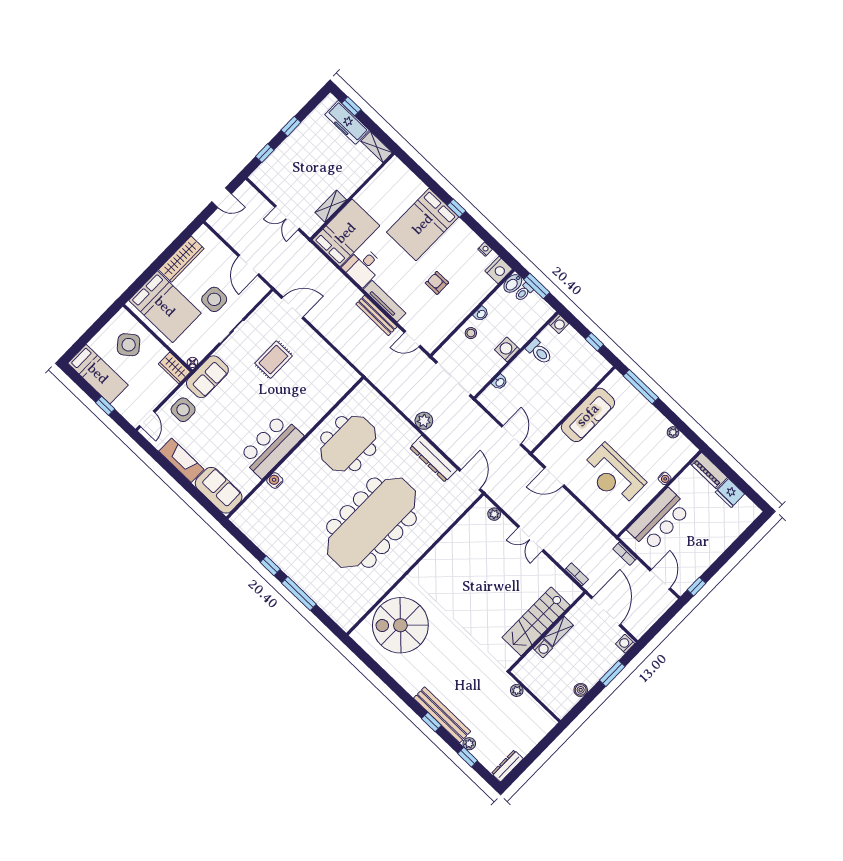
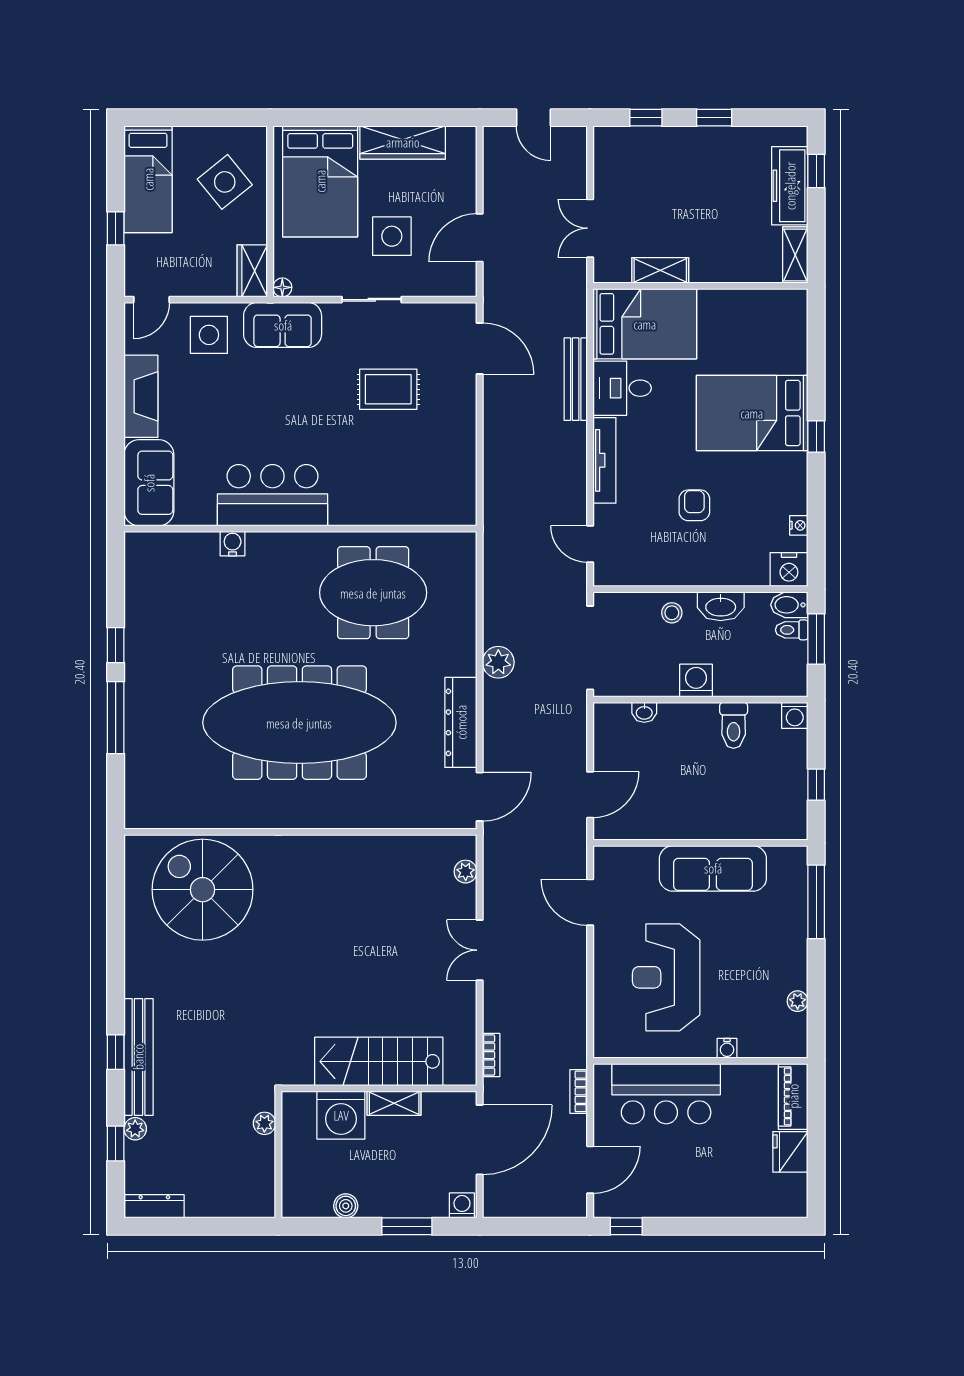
washbasin: (481, 314) -> (721, 606), width x1.91, depth x1.45
bench: (377, 315) -> (576, 379), moved
washing machine: (543, 648) -> (341, 1115), width x1.89, depth x1.89

